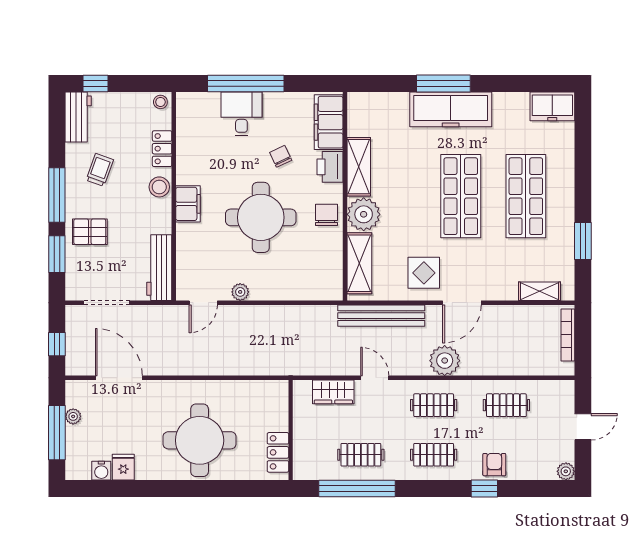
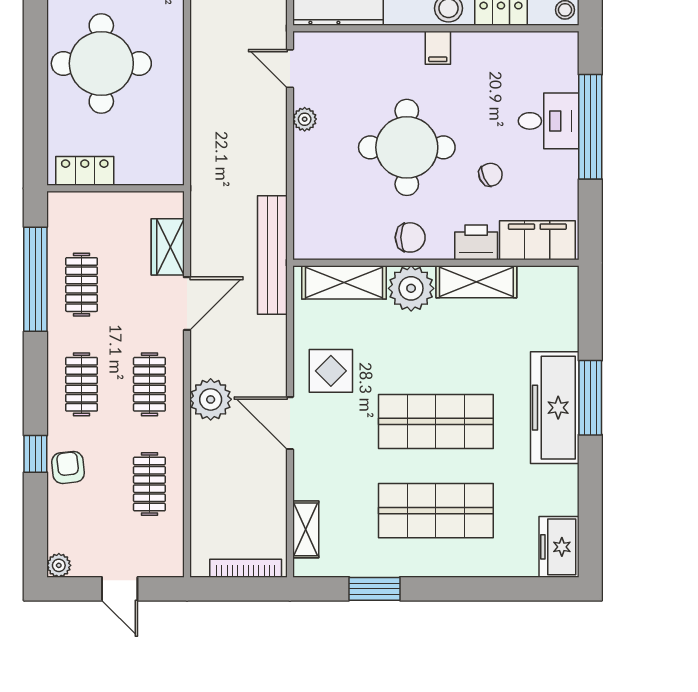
filing cabinet: (188, 204) -> (438, 48), width x0.50
bench: (381, 316) -> (272, 255), moved
door: (375, 378) -> (187, 304), width x1.38
armchair: (494, 465) -> (68, 467), turned -96

